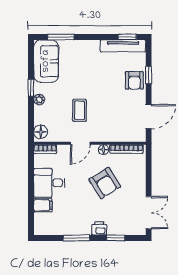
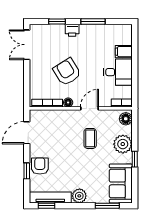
plant: (91, 48) -> (79, 196), added
plant: (39, 99) -> (123, 144), width x1.88, depth x1.88

